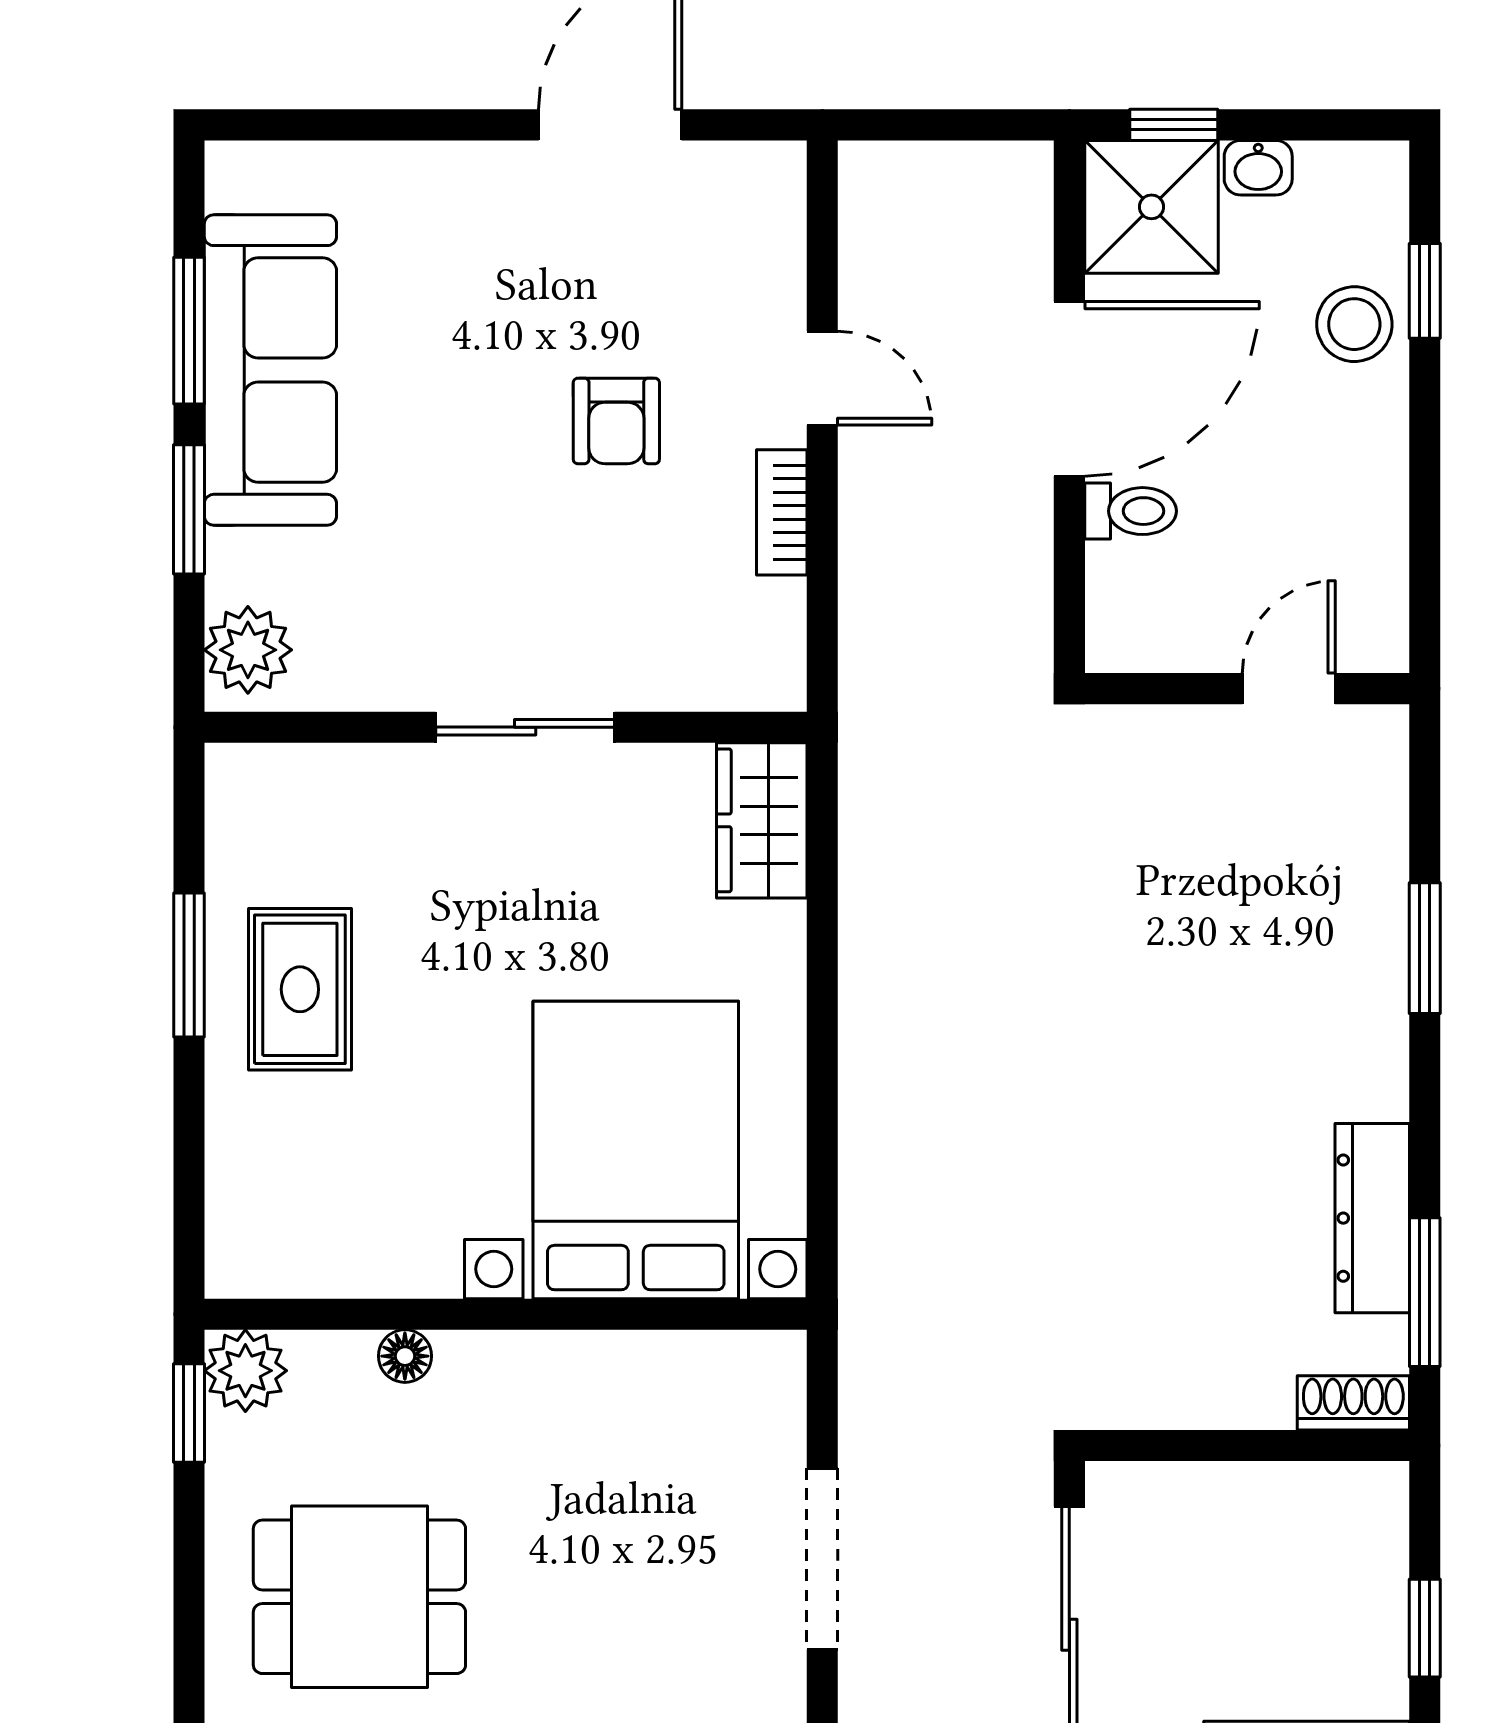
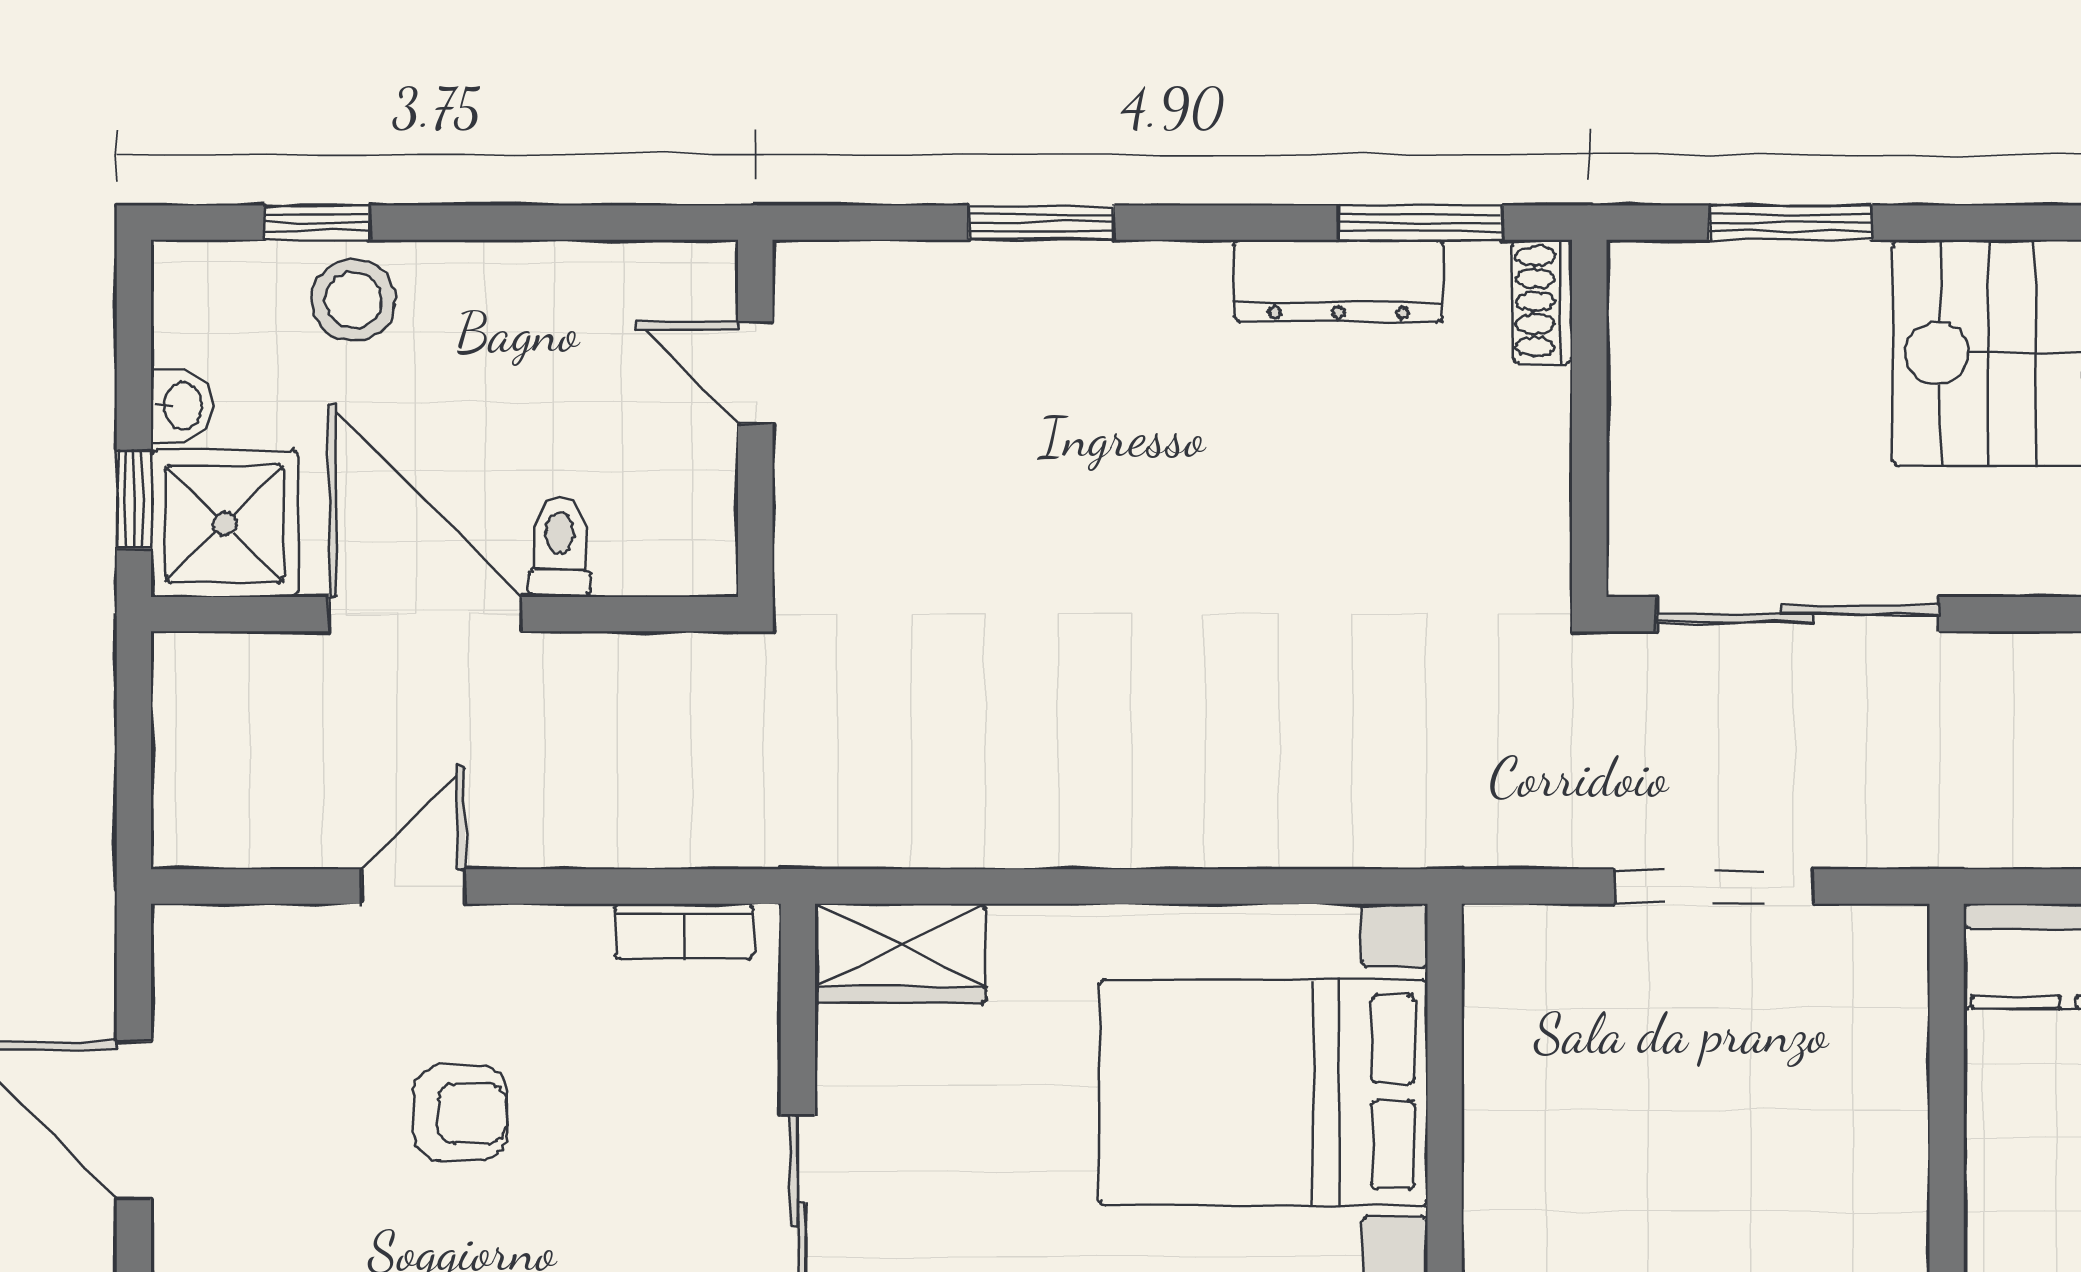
bookcase: (782, 512) -> (684, 931), moved
window: (1425, 1628) -> (1790, 223), width x1.50

